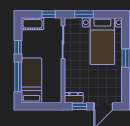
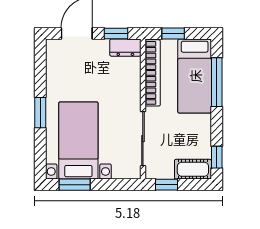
window: (84, 14) -> (75, 185), moved
window: (18, 47) -> (217, 157), moved
bookcase: (57, 82) -> (153, 73), added
window: (45, 106) -> (173, 33), added

